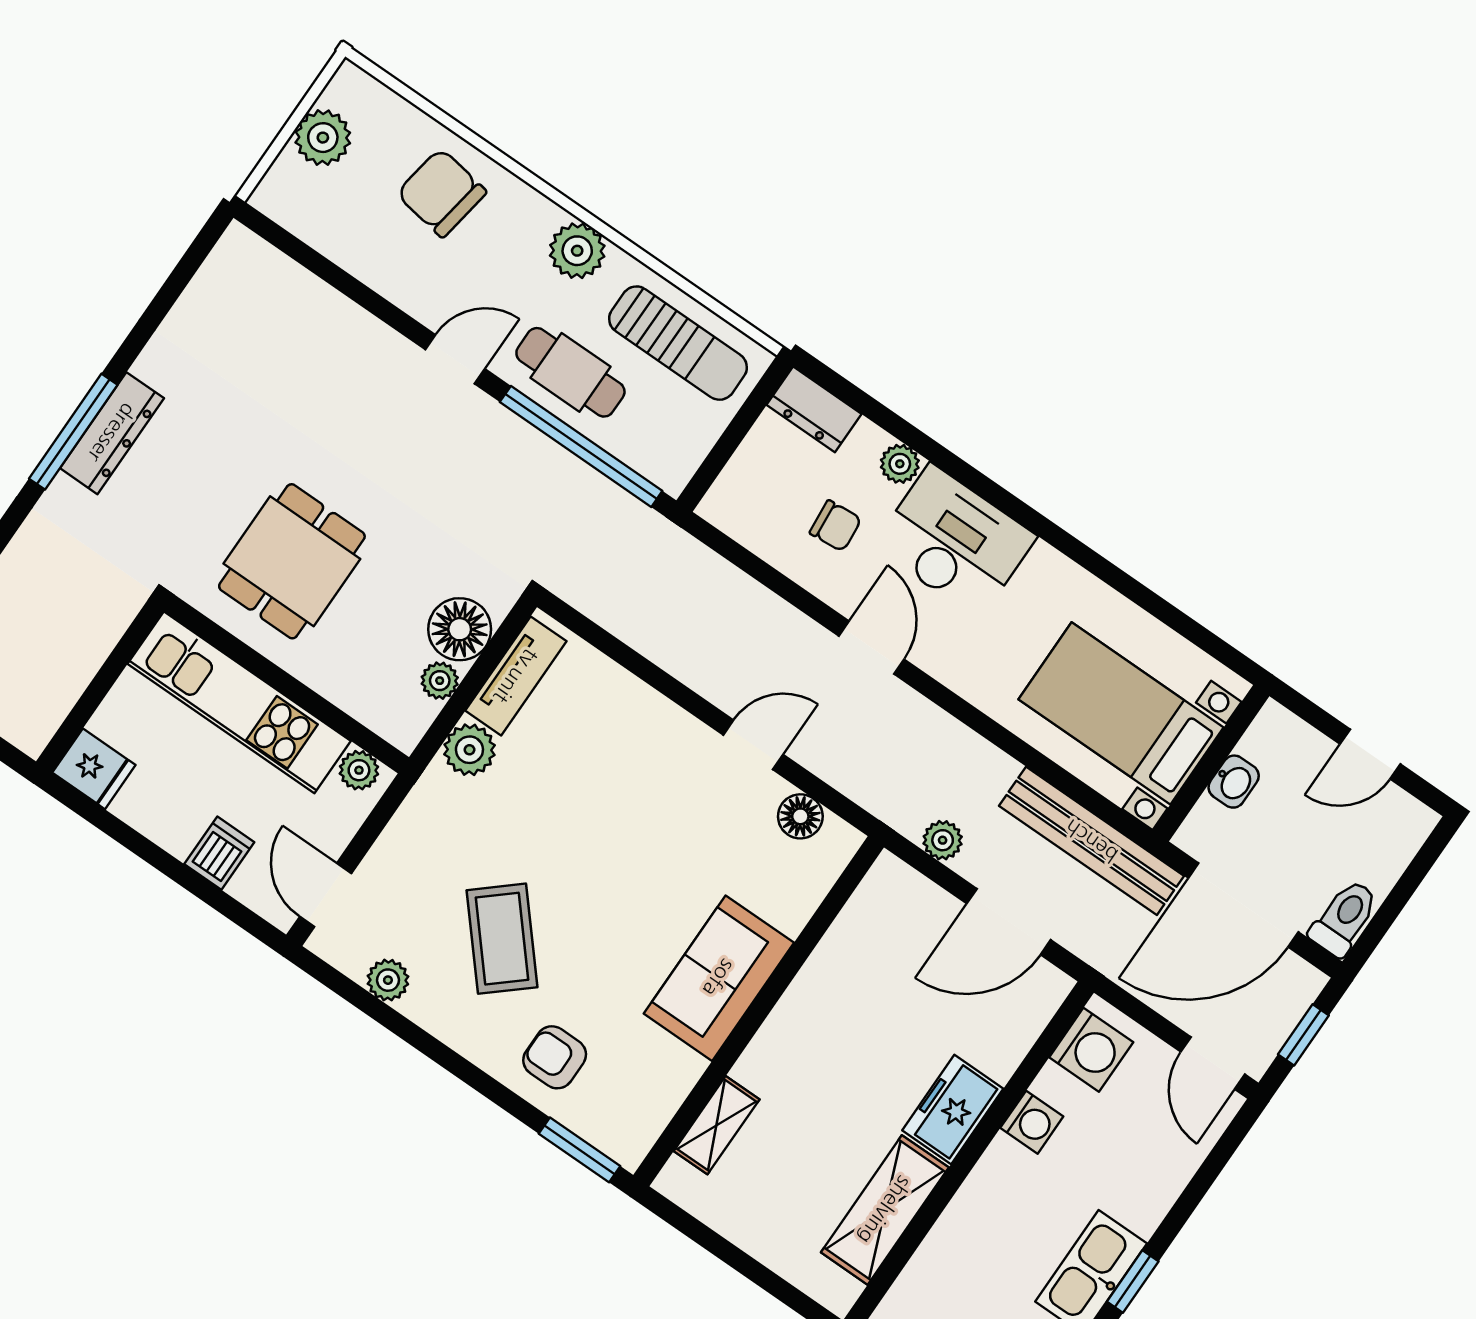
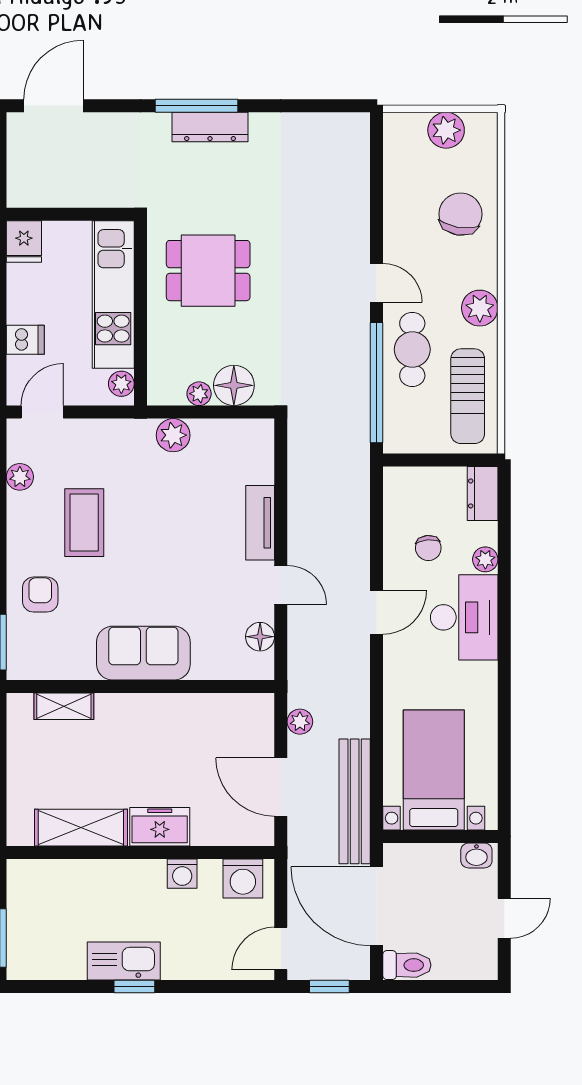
tv unit: (516, 676) -> (260, 523), moved, turned 90
door: (1370, 754) -> (504, 918), swing flipped
washbasin: (1234, 782) -> (476, 855), moved
coffee table: (502, 939) -> (84, 523), turned -49

